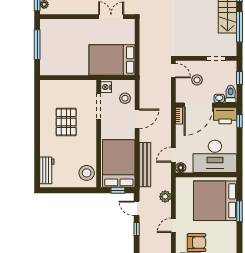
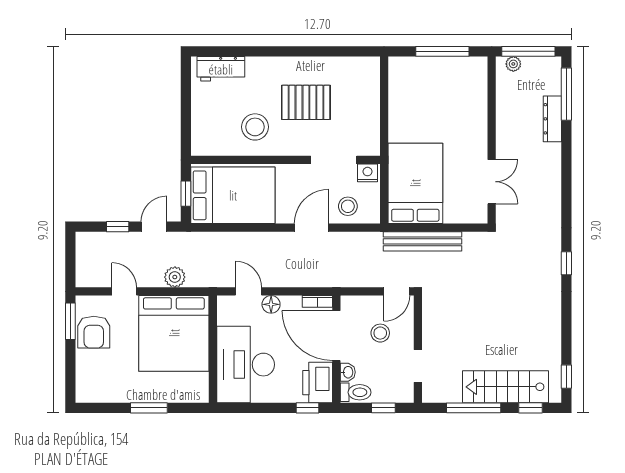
door: (137, 119) -> (312, 228), swing flipped
bench: (145, 165) -> (422, 241), moved
floor lamp: (181, 168) -> (271, 304), moved
stool: (87, 173) -> (255, 127), moved
bed: (215, 201) -> (174, 333), moved, turned 180

